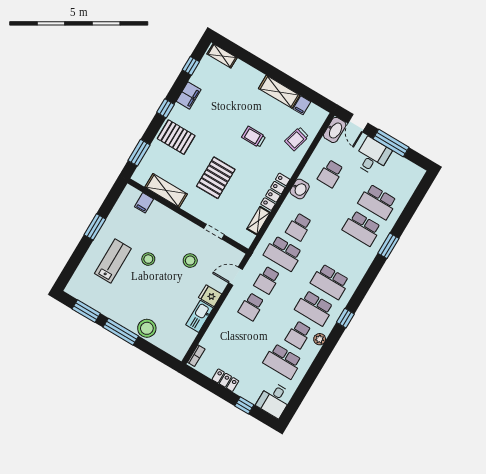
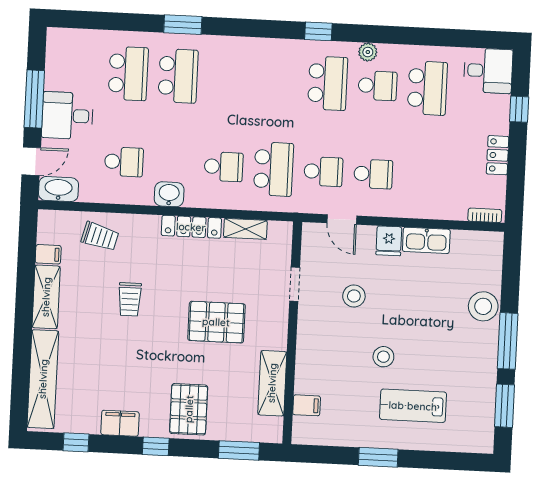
shelving: (222, 56) -> (43, 379), width x2.20, depth x1.33
school desk: (330, 282) -> (278, 81), removed

